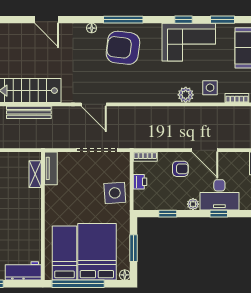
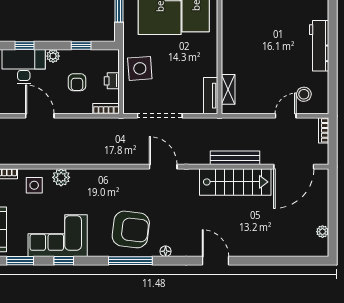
armchair: (180, 169) -> (77, 82), moved, turned -90

